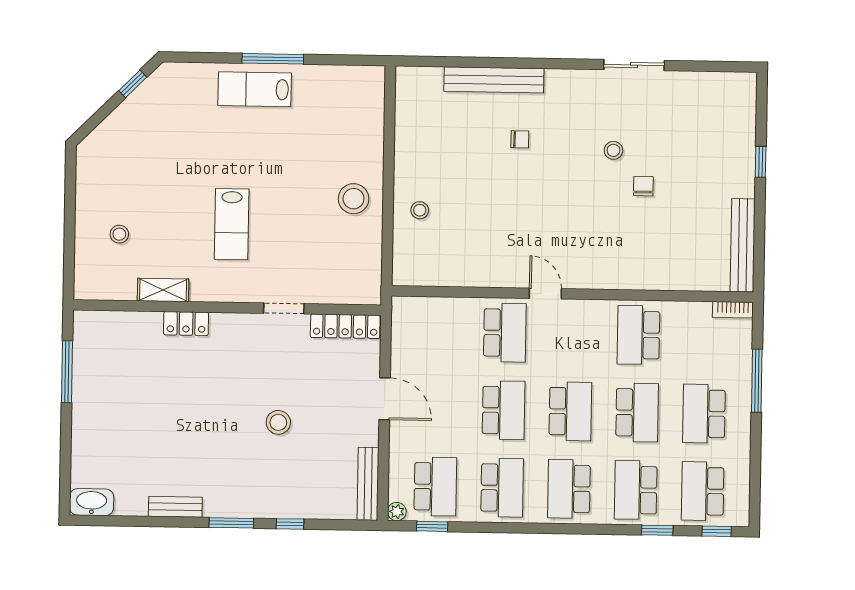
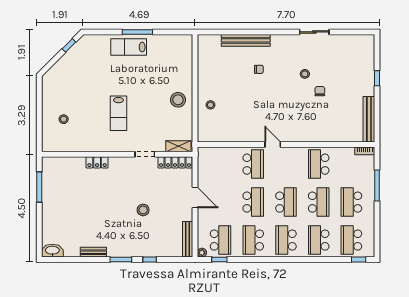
shelving: (163, 290) -> (178, 146), moved
school desk: (502, 488) -> (253, 240), turned 180
window: (657, 530) -> (330, 260), removed

